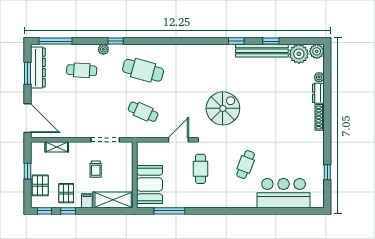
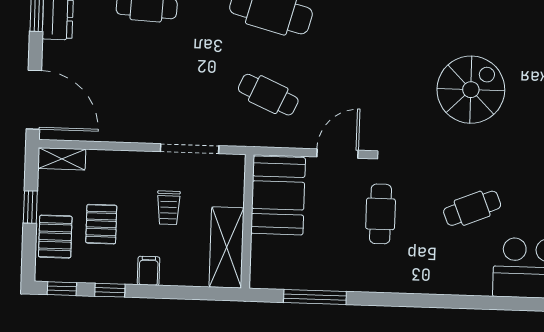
spiral stairs: (223, 108) -> (471, 90), moved
shelving: (57, 147) -> (62, 159), moved
cafe table: (246, 164) -> (472, 208), turned 47
booth: (150, 185) -> (278, 195), moved
pallet: (66, 193) -> (101, 224), moved
shelving: (113, 200) -> (227, 247), moved, turned 90

